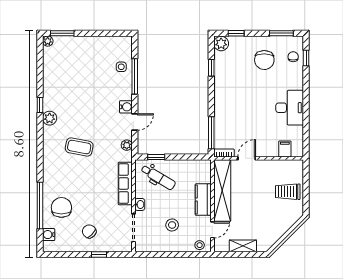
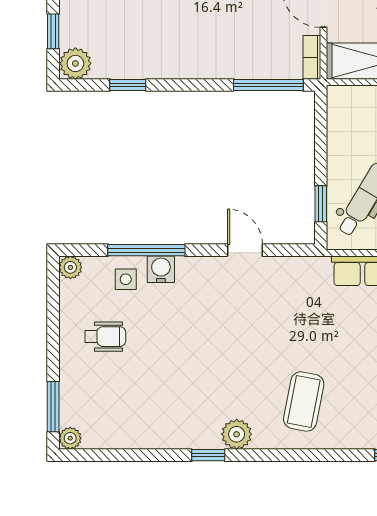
wheelchair: (95, 57) -> (105, 337), added
water cooler: (126, 107) -> (161, 269), moved
plant: (127, 145) -> (70, 267), moved
coffee table: (79, 147) -> (304, 401), moved

